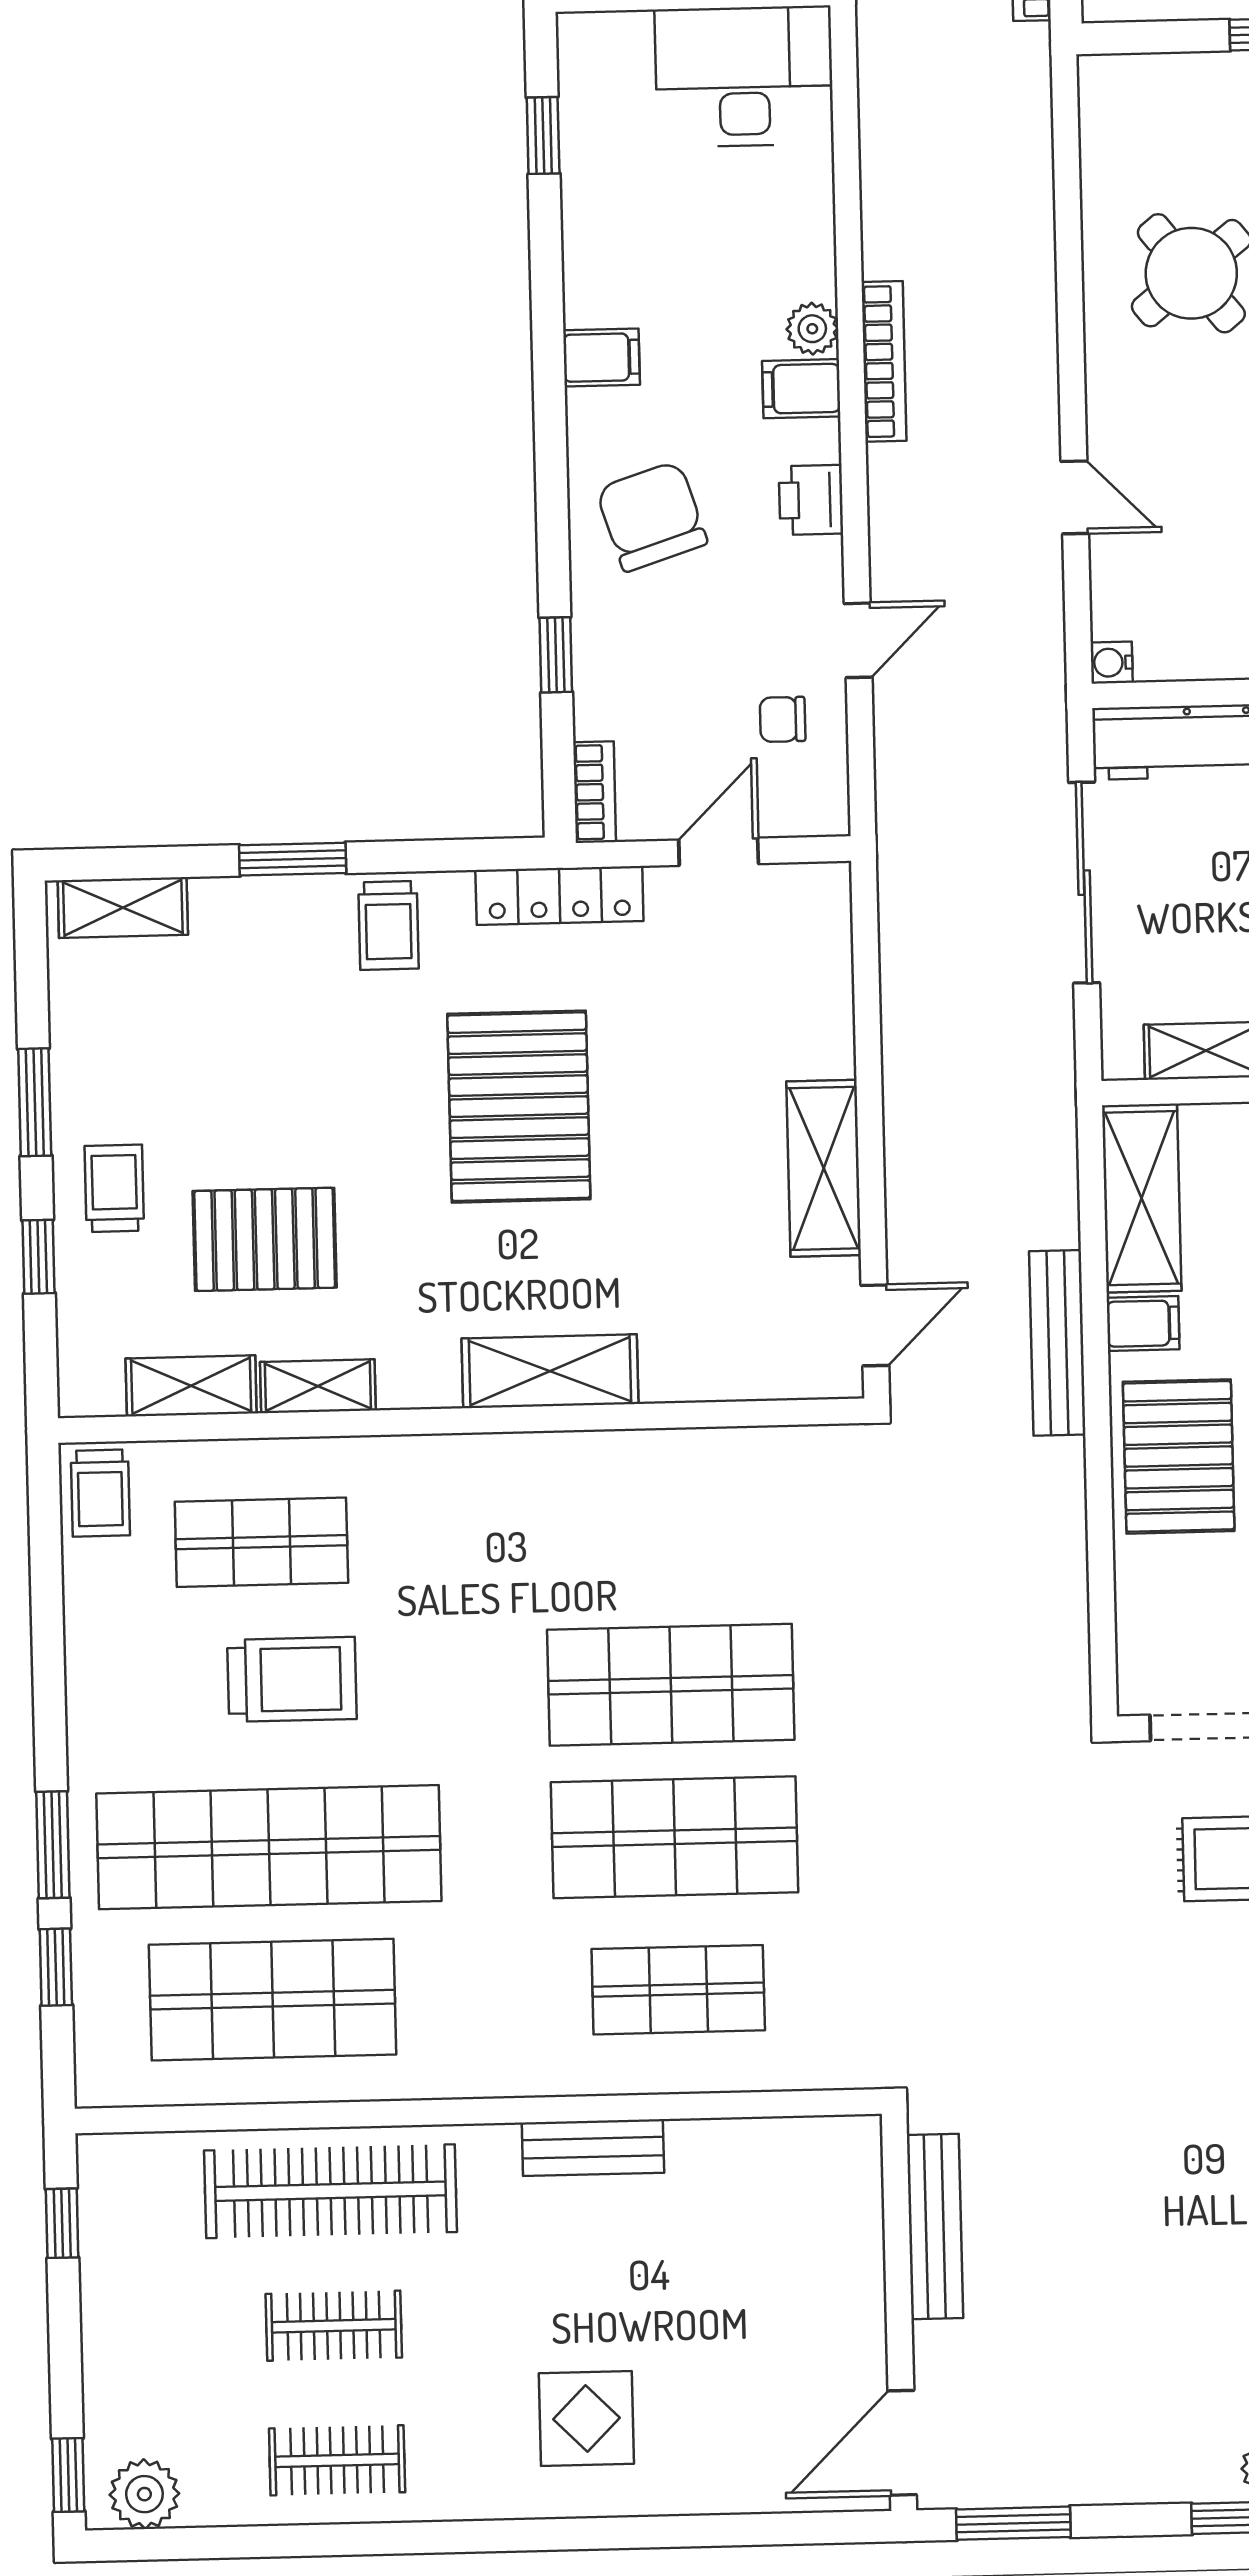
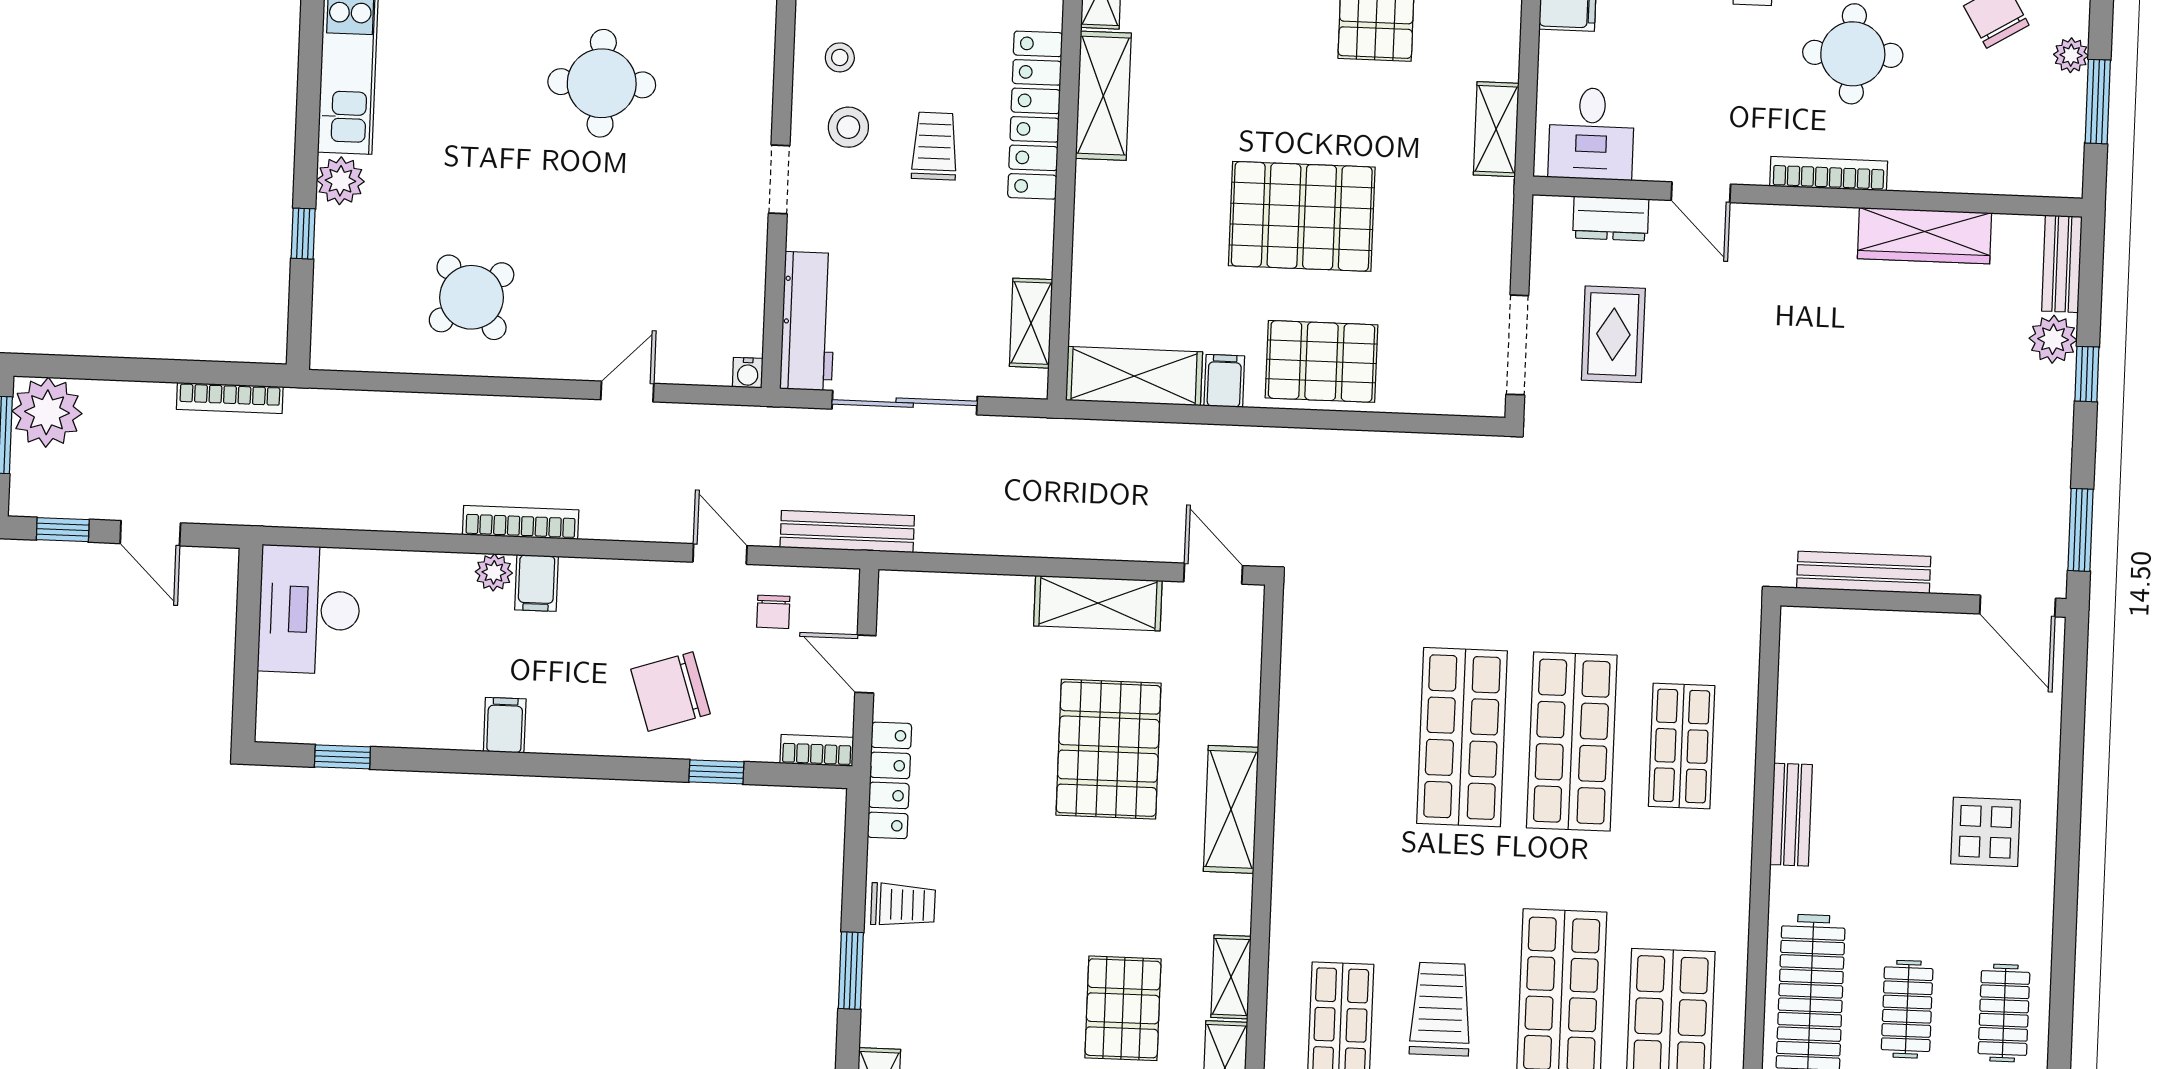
printer: (811, 500) -> (617, 581), removed
chair: (652, 516) -> (671, 692), moved
pallet: (519, 1107) -> (1108, 749), moved, turned 90
bench: (1057, 1343) -> (847, 532), moved

